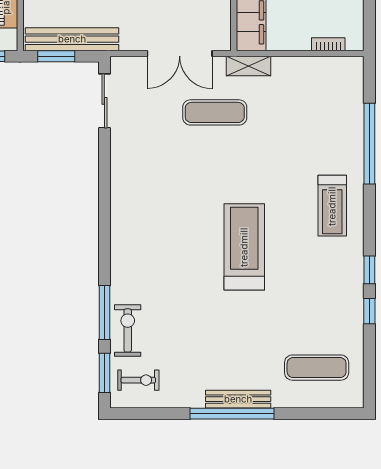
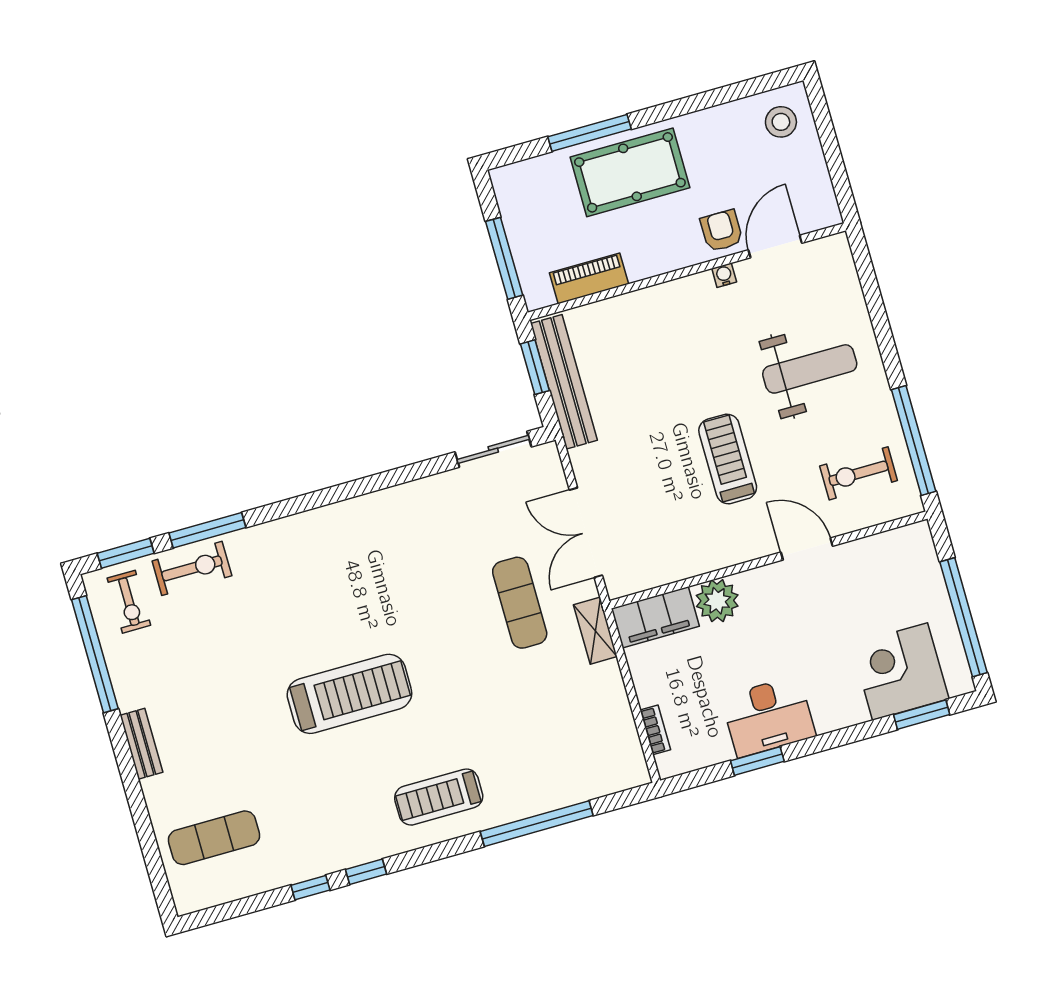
exercise mat: (317, 368) -> (214, 838), turned 90
bench: (238, 399) -> (141, 744), width x0.73
window: (232, 414) -> (95, 654), moved

